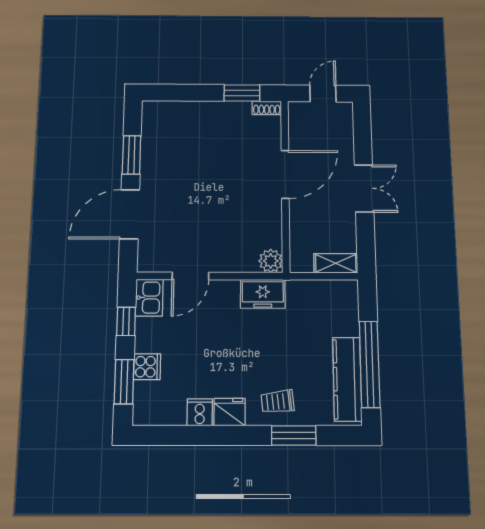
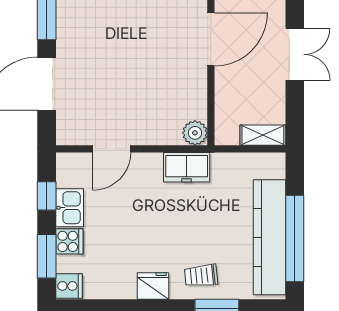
kitchen sink: (149, 297) -> (70, 208), moved
kitchen counter: (347, 379) -> (269, 237), width x1.39, depth x1.17
cooker: (200, 412) -> (69, 286), moved, turned 90

